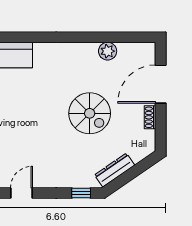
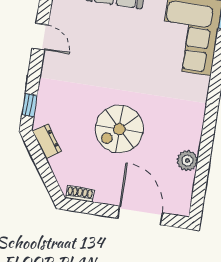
shoe rack: (150, 117) -> (80, 194), moved
dresser: (115, 170) -> (47, 141), width x0.70

